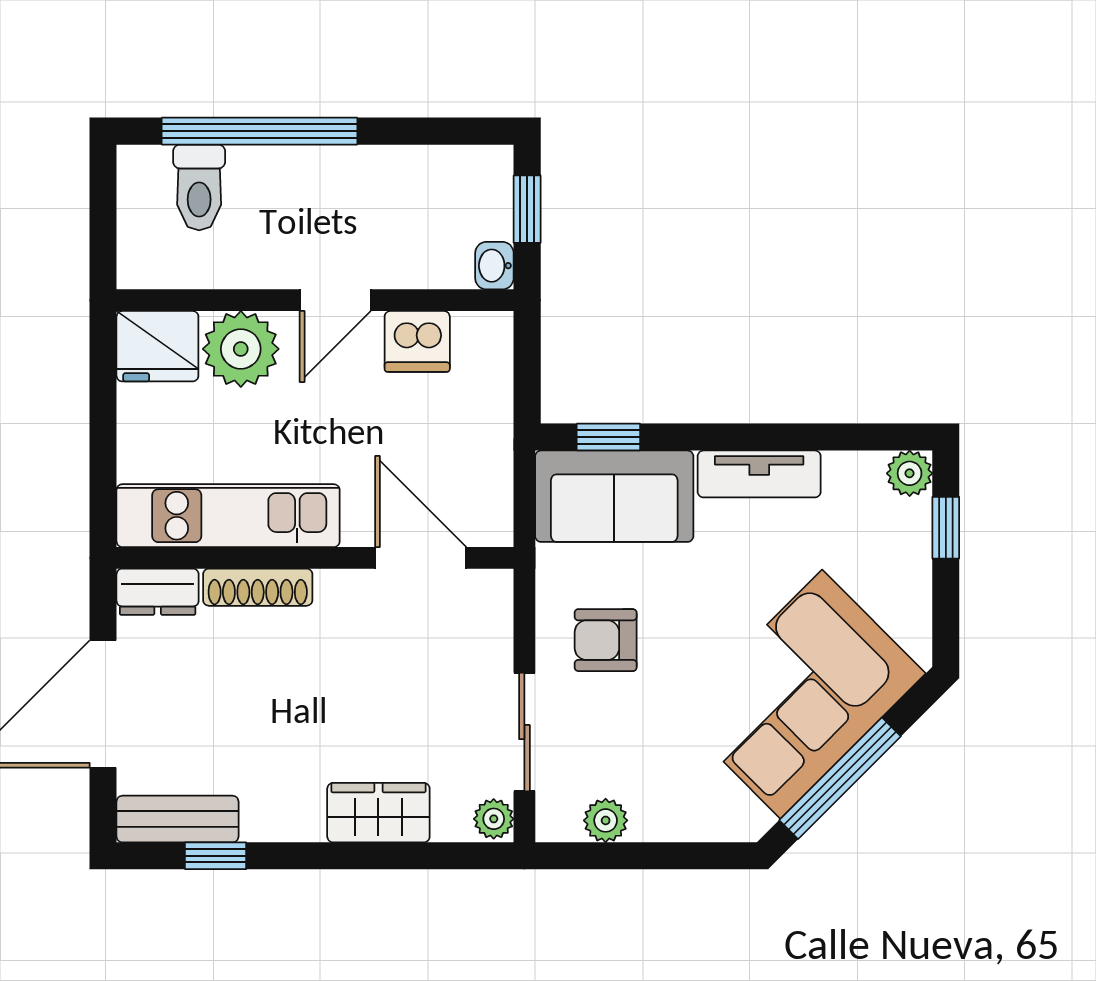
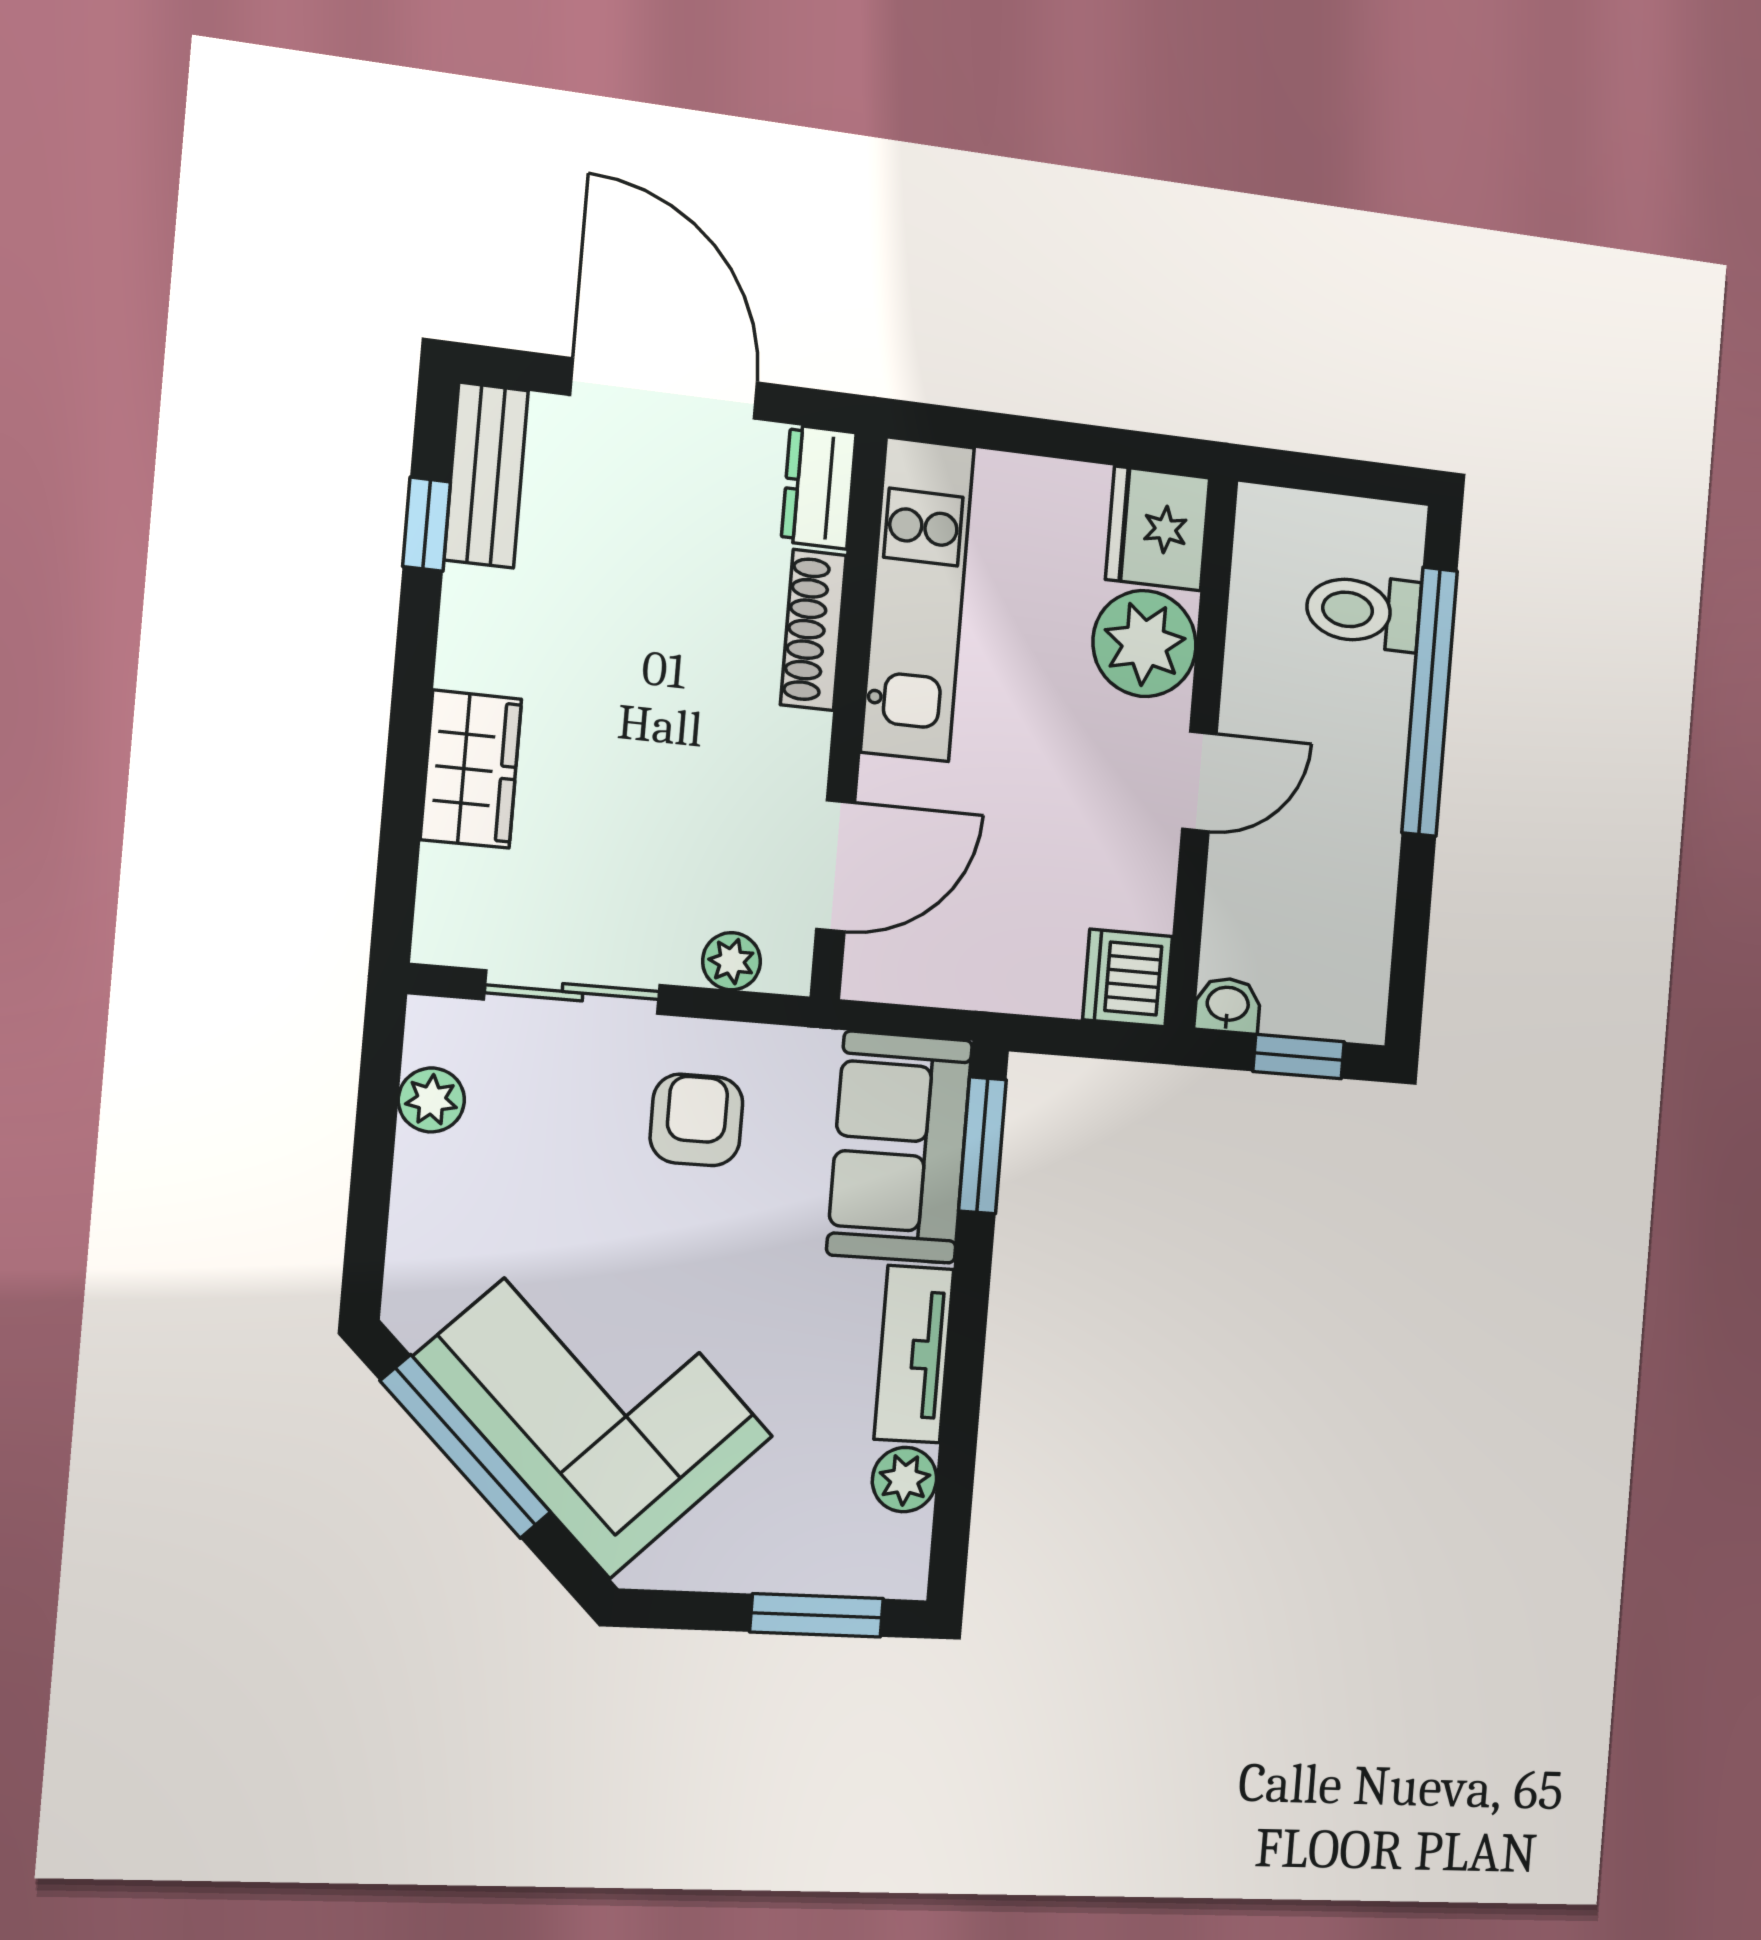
door: (335, 300) -> (1199, 781), swing flipped
dishwasher: (417, 341) -> (1128, 978), moved
window: (608, 437) -> (982, 1145), width x1.50
plant: (910, 473) -> (904, 1480), moved
window: (946, 528) -> (817, 1615), width x1.50
plant: (494, 819) -> (732, 961), moved

